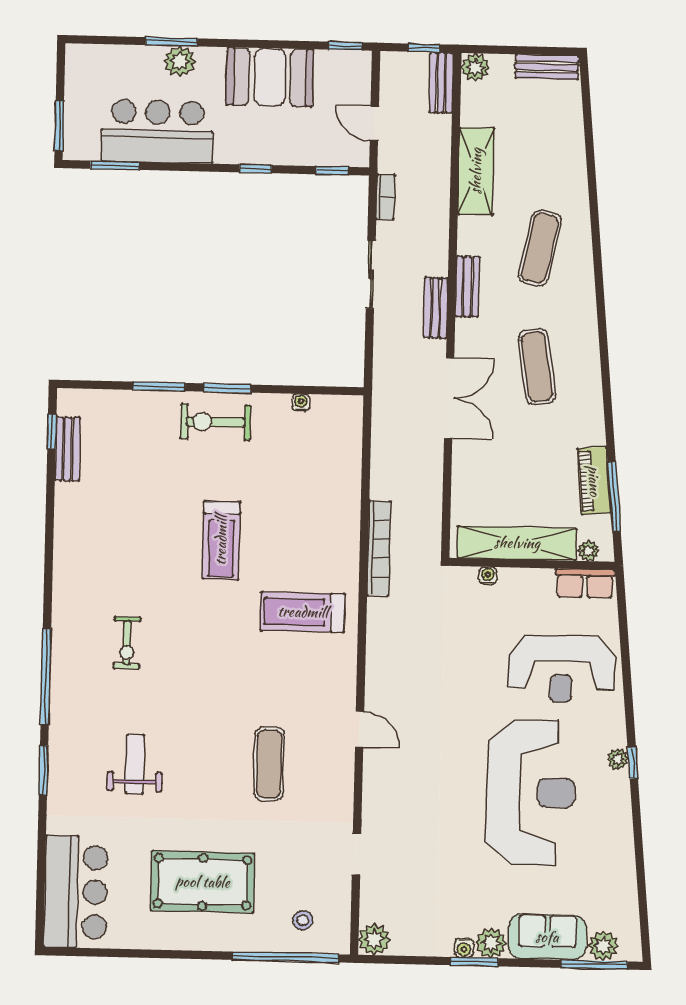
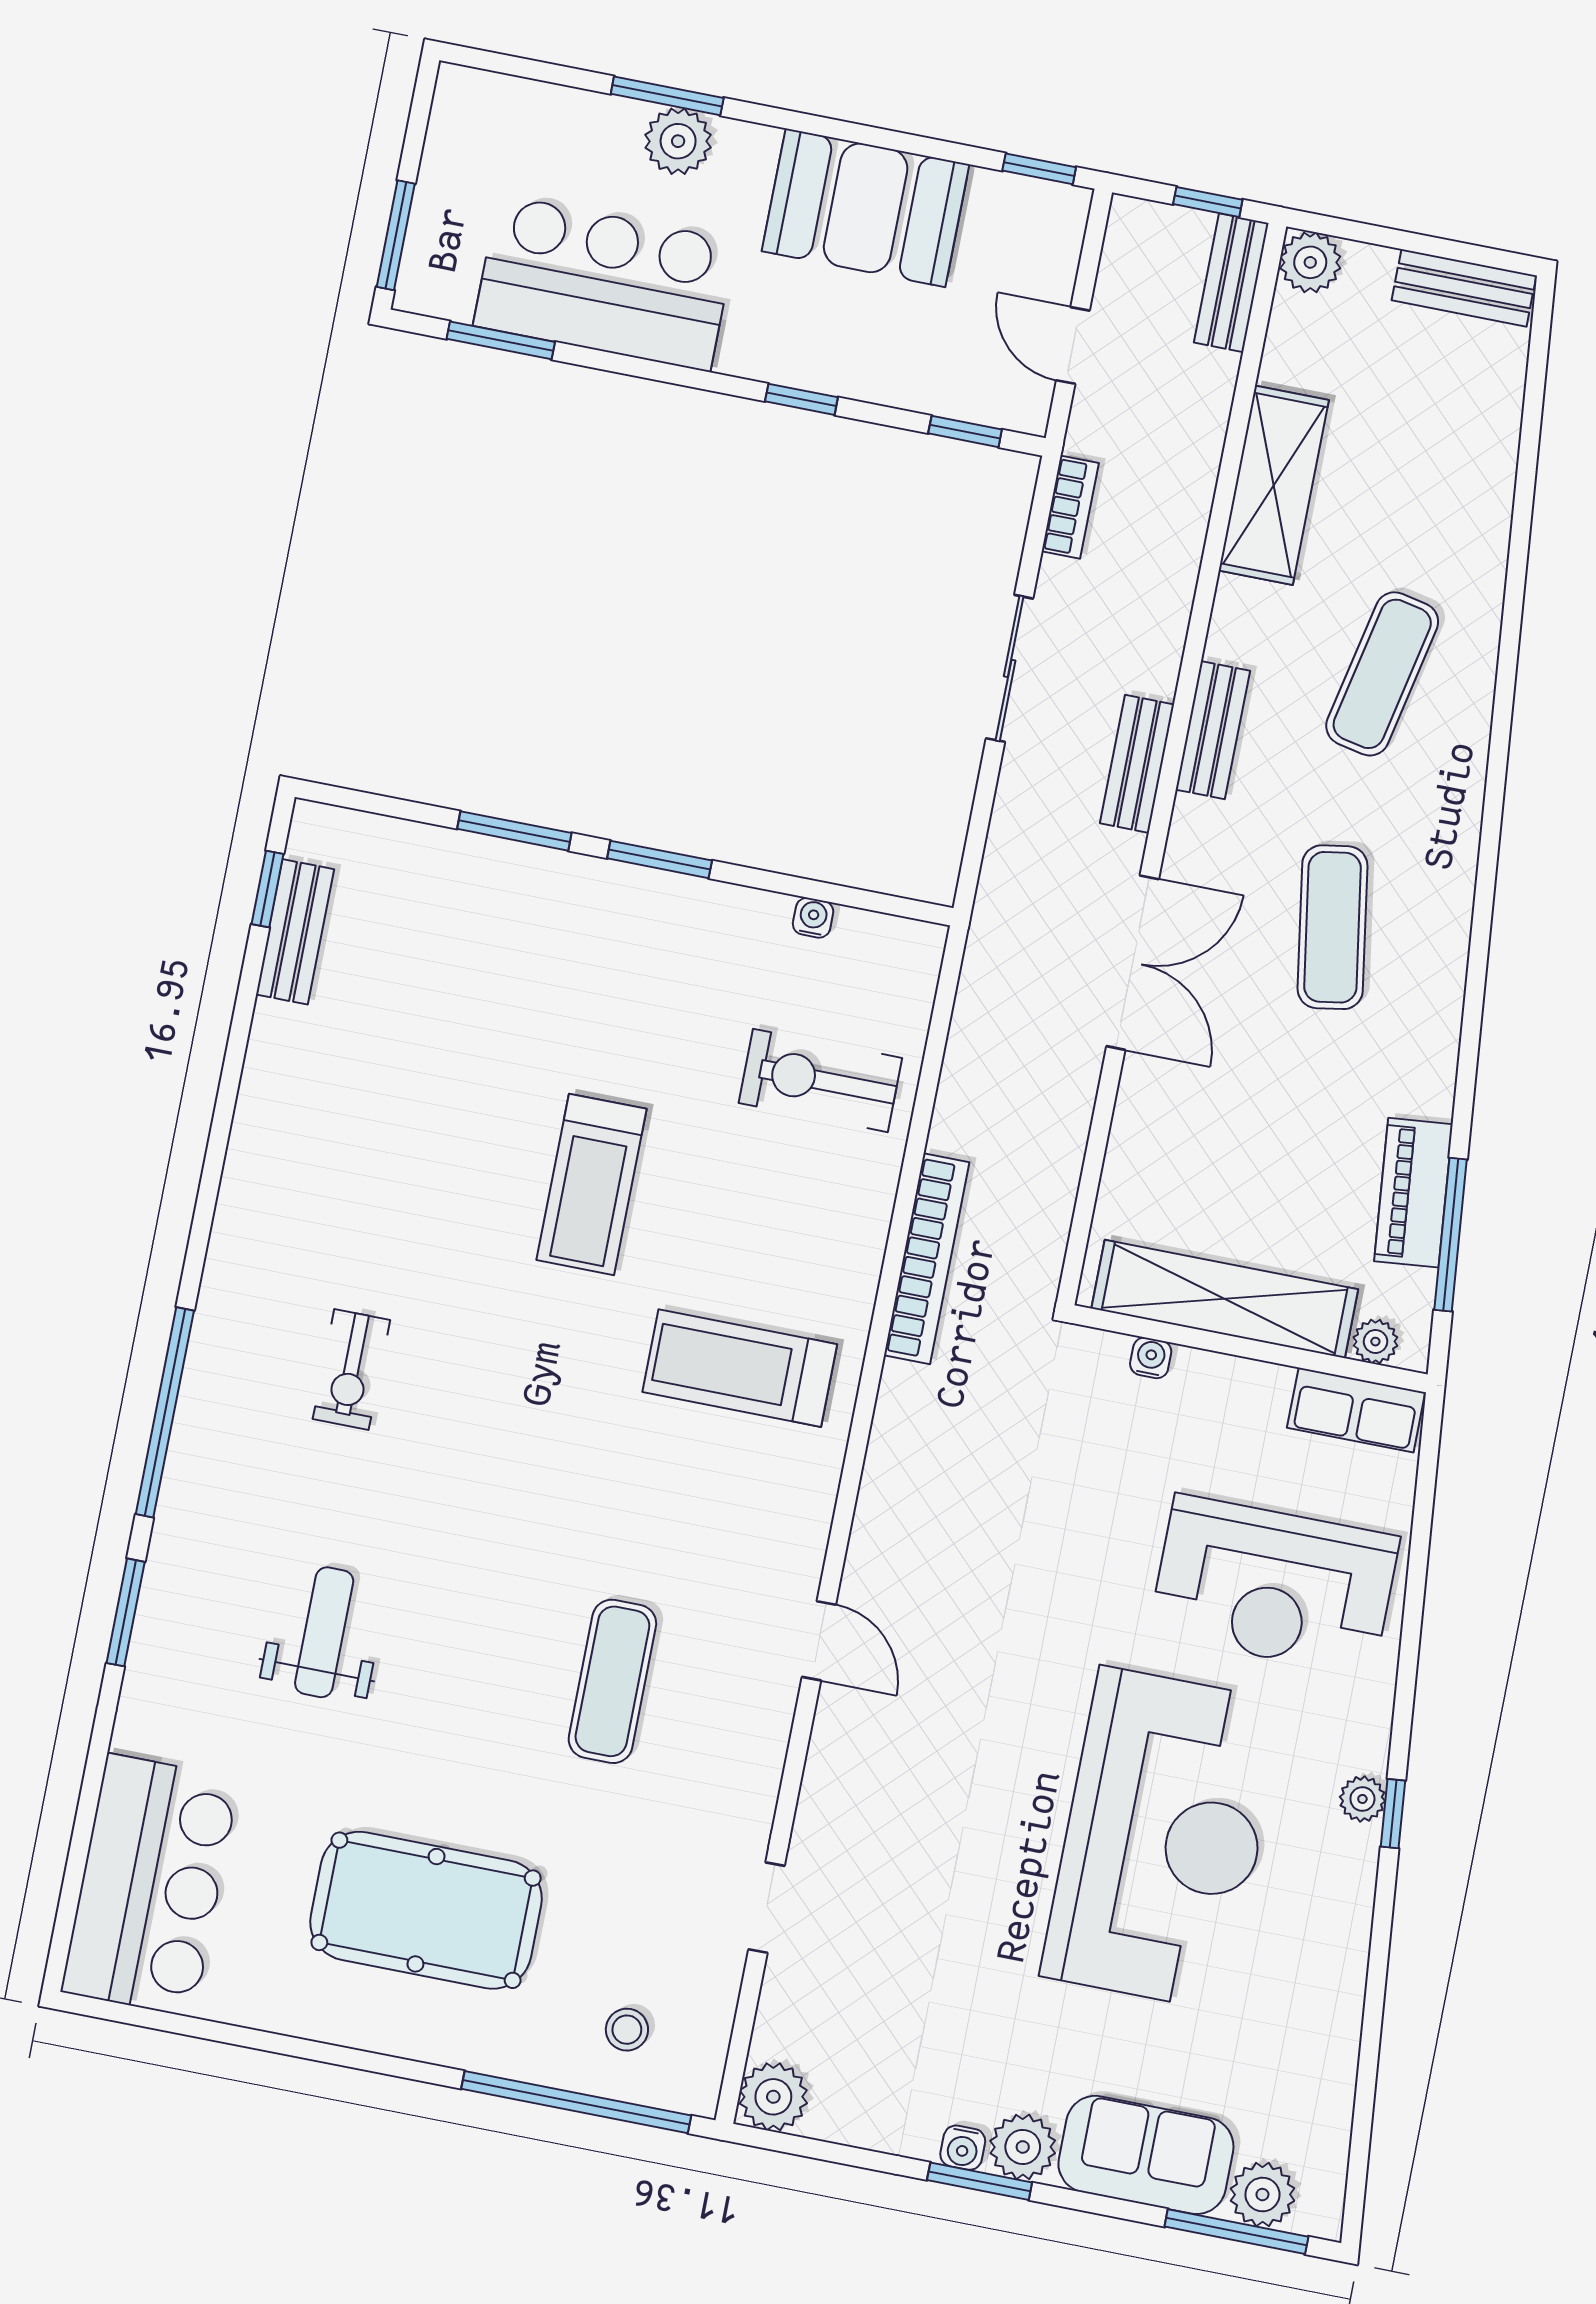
exercise bike: (216, 422) -> (820, 1080), moved

